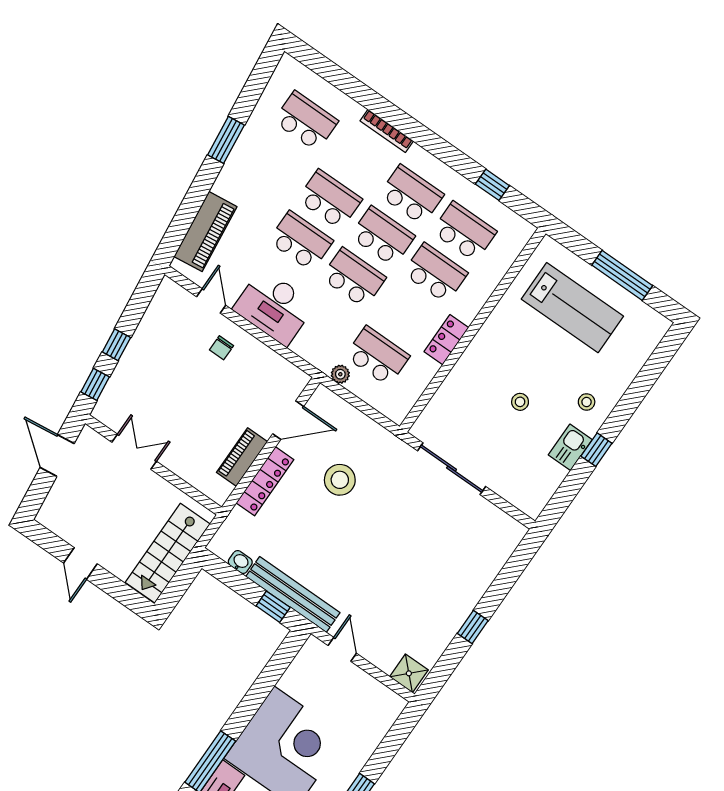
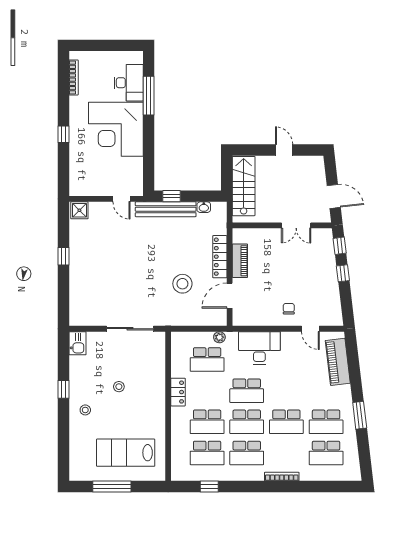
school desk: (301, 241) -> (326, 422), moved
desk: (274, 307) -> (259, 348), moved
kitchen sink: (570, 447) -> (77, 343), moved

